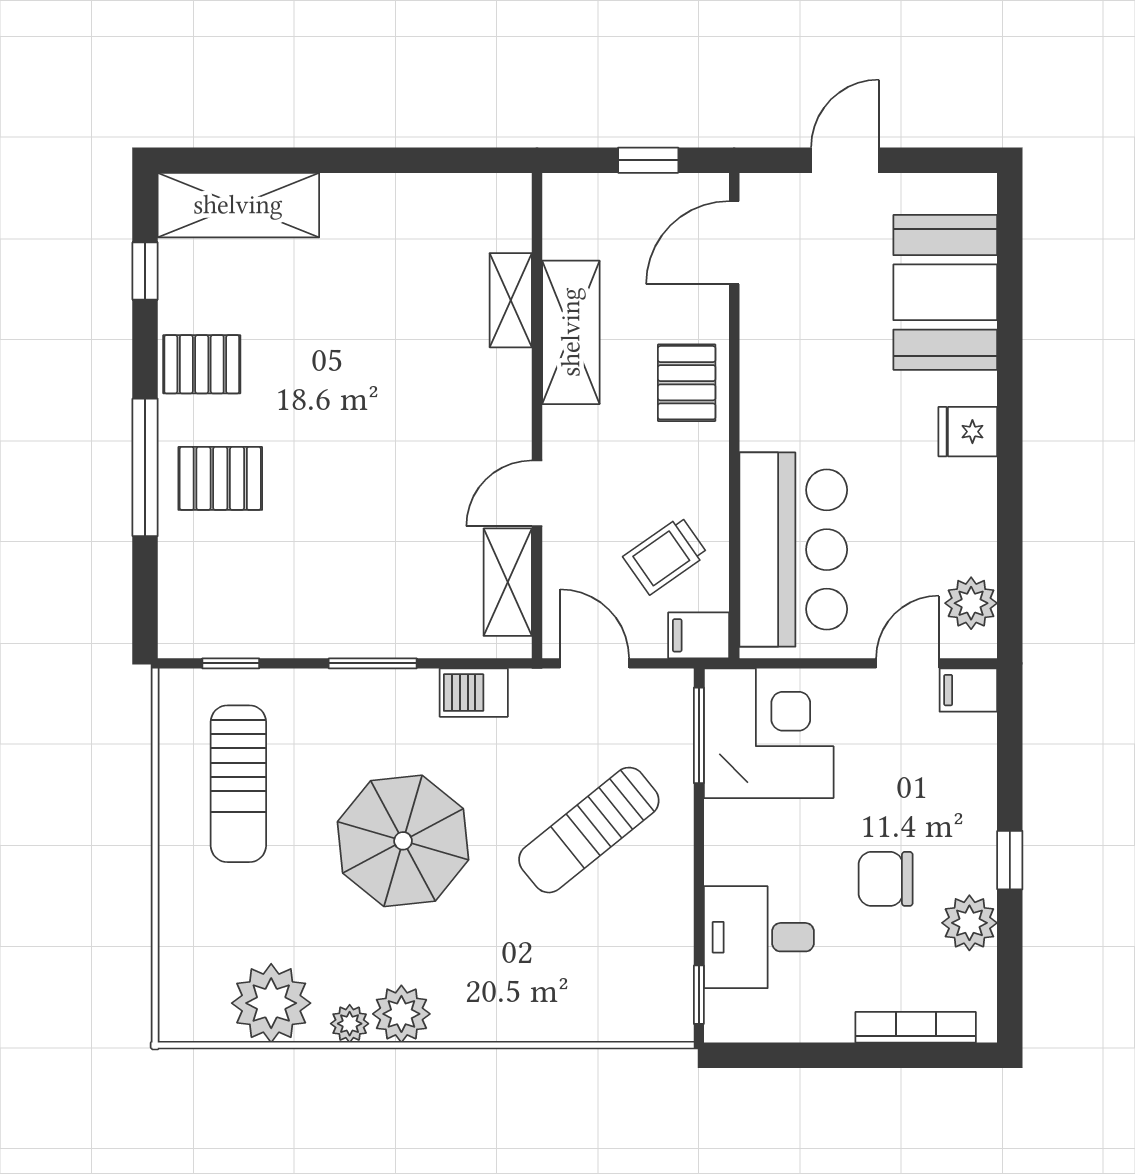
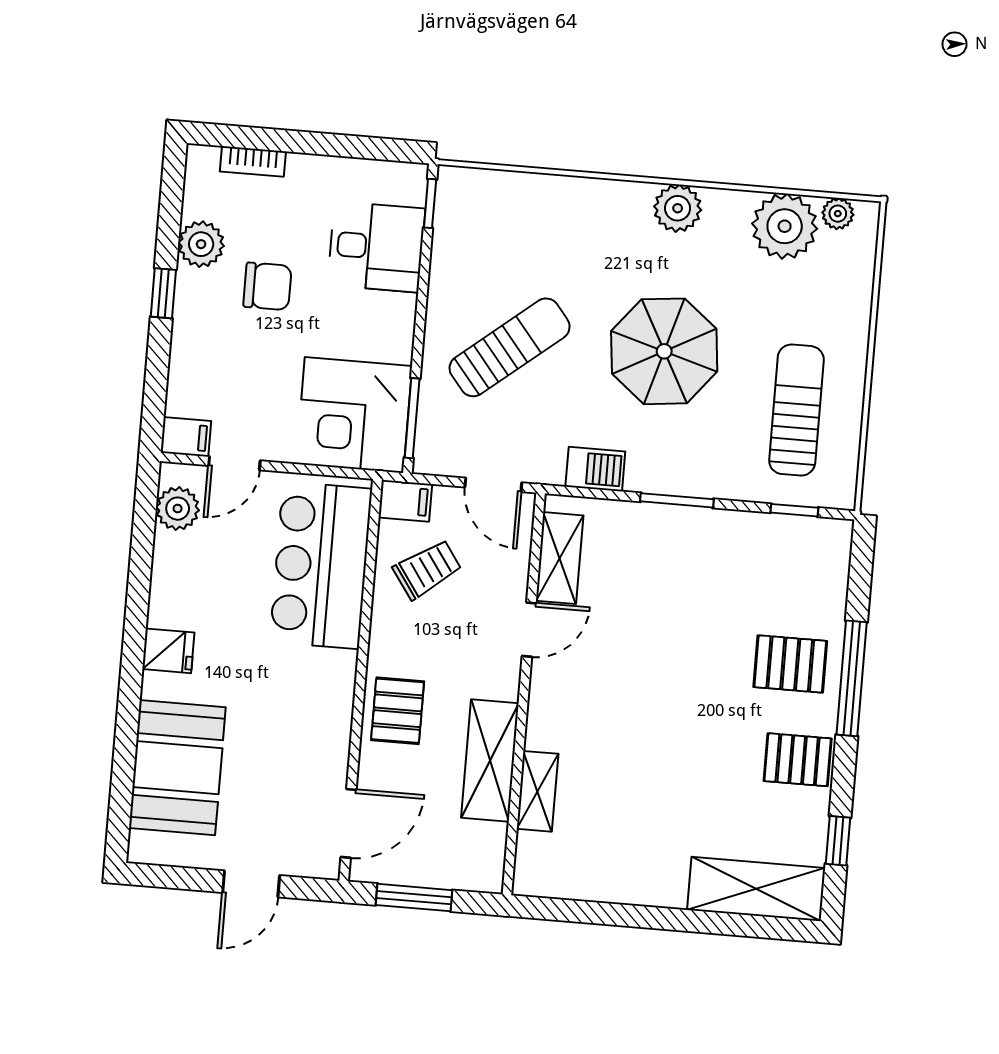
window: (648, 160) -> (414, 898), width x1.50
plant: (350, 1024) -> (838, 214), moved
bookcase: (916, 1027) -> (253, 161), width x0.64

